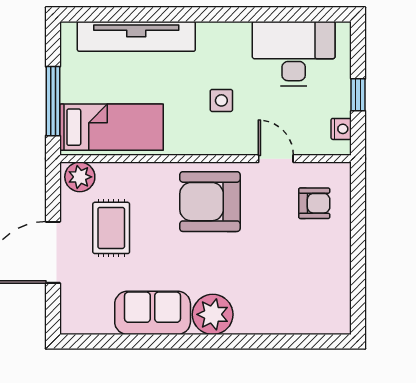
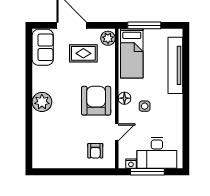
desk: (294, 54) -> (157, 153), moved, turned 90
window: (358, 95) -> (147, 172), width x2.17
floor lamp: (205, 142) -> (124, 98), added
sofa: (153, 313) -> (43, 47), moved

